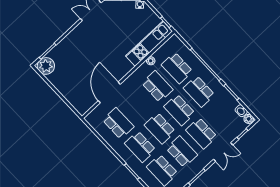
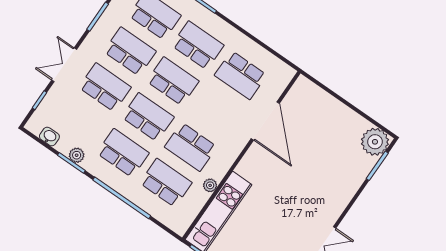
plant: (249, 119) -> (77, 155), moved
school desk: (182, 152) -> (130, 51), turned 180

